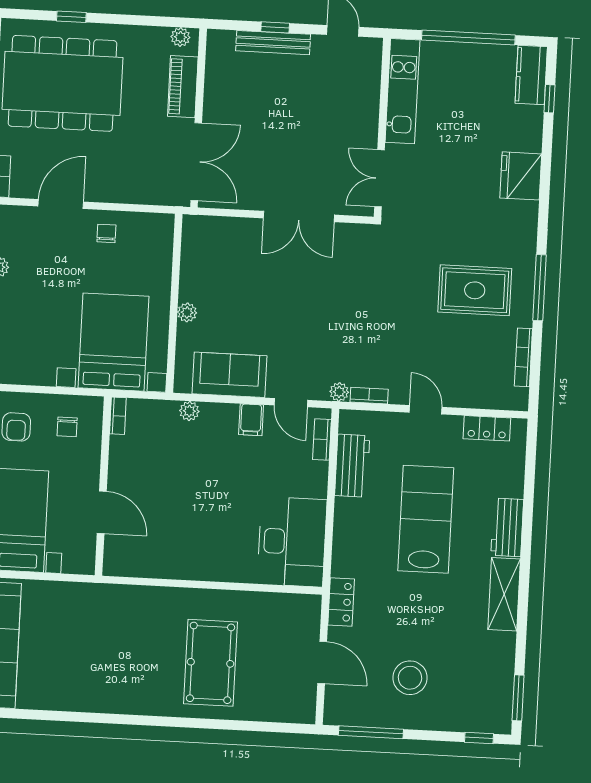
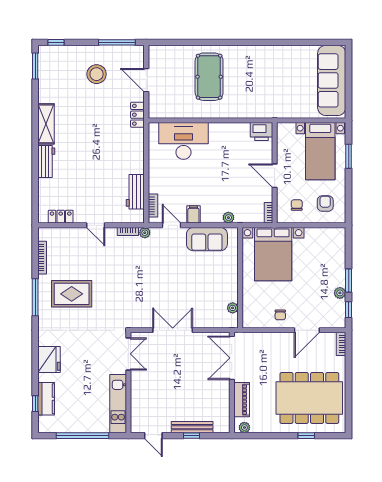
kitchen counter: (531, 75) -> (46, 399), moved
plant: (187, 312) -> (233, 308), moved
door: (102, 512) -> (275, 176), moved
lab bench: (426, 519) -> (92, 164), removed
desk: (292, 542) -> (183, 141), moved, turned 90
printer: (123, 561) -> (262, 132), added

